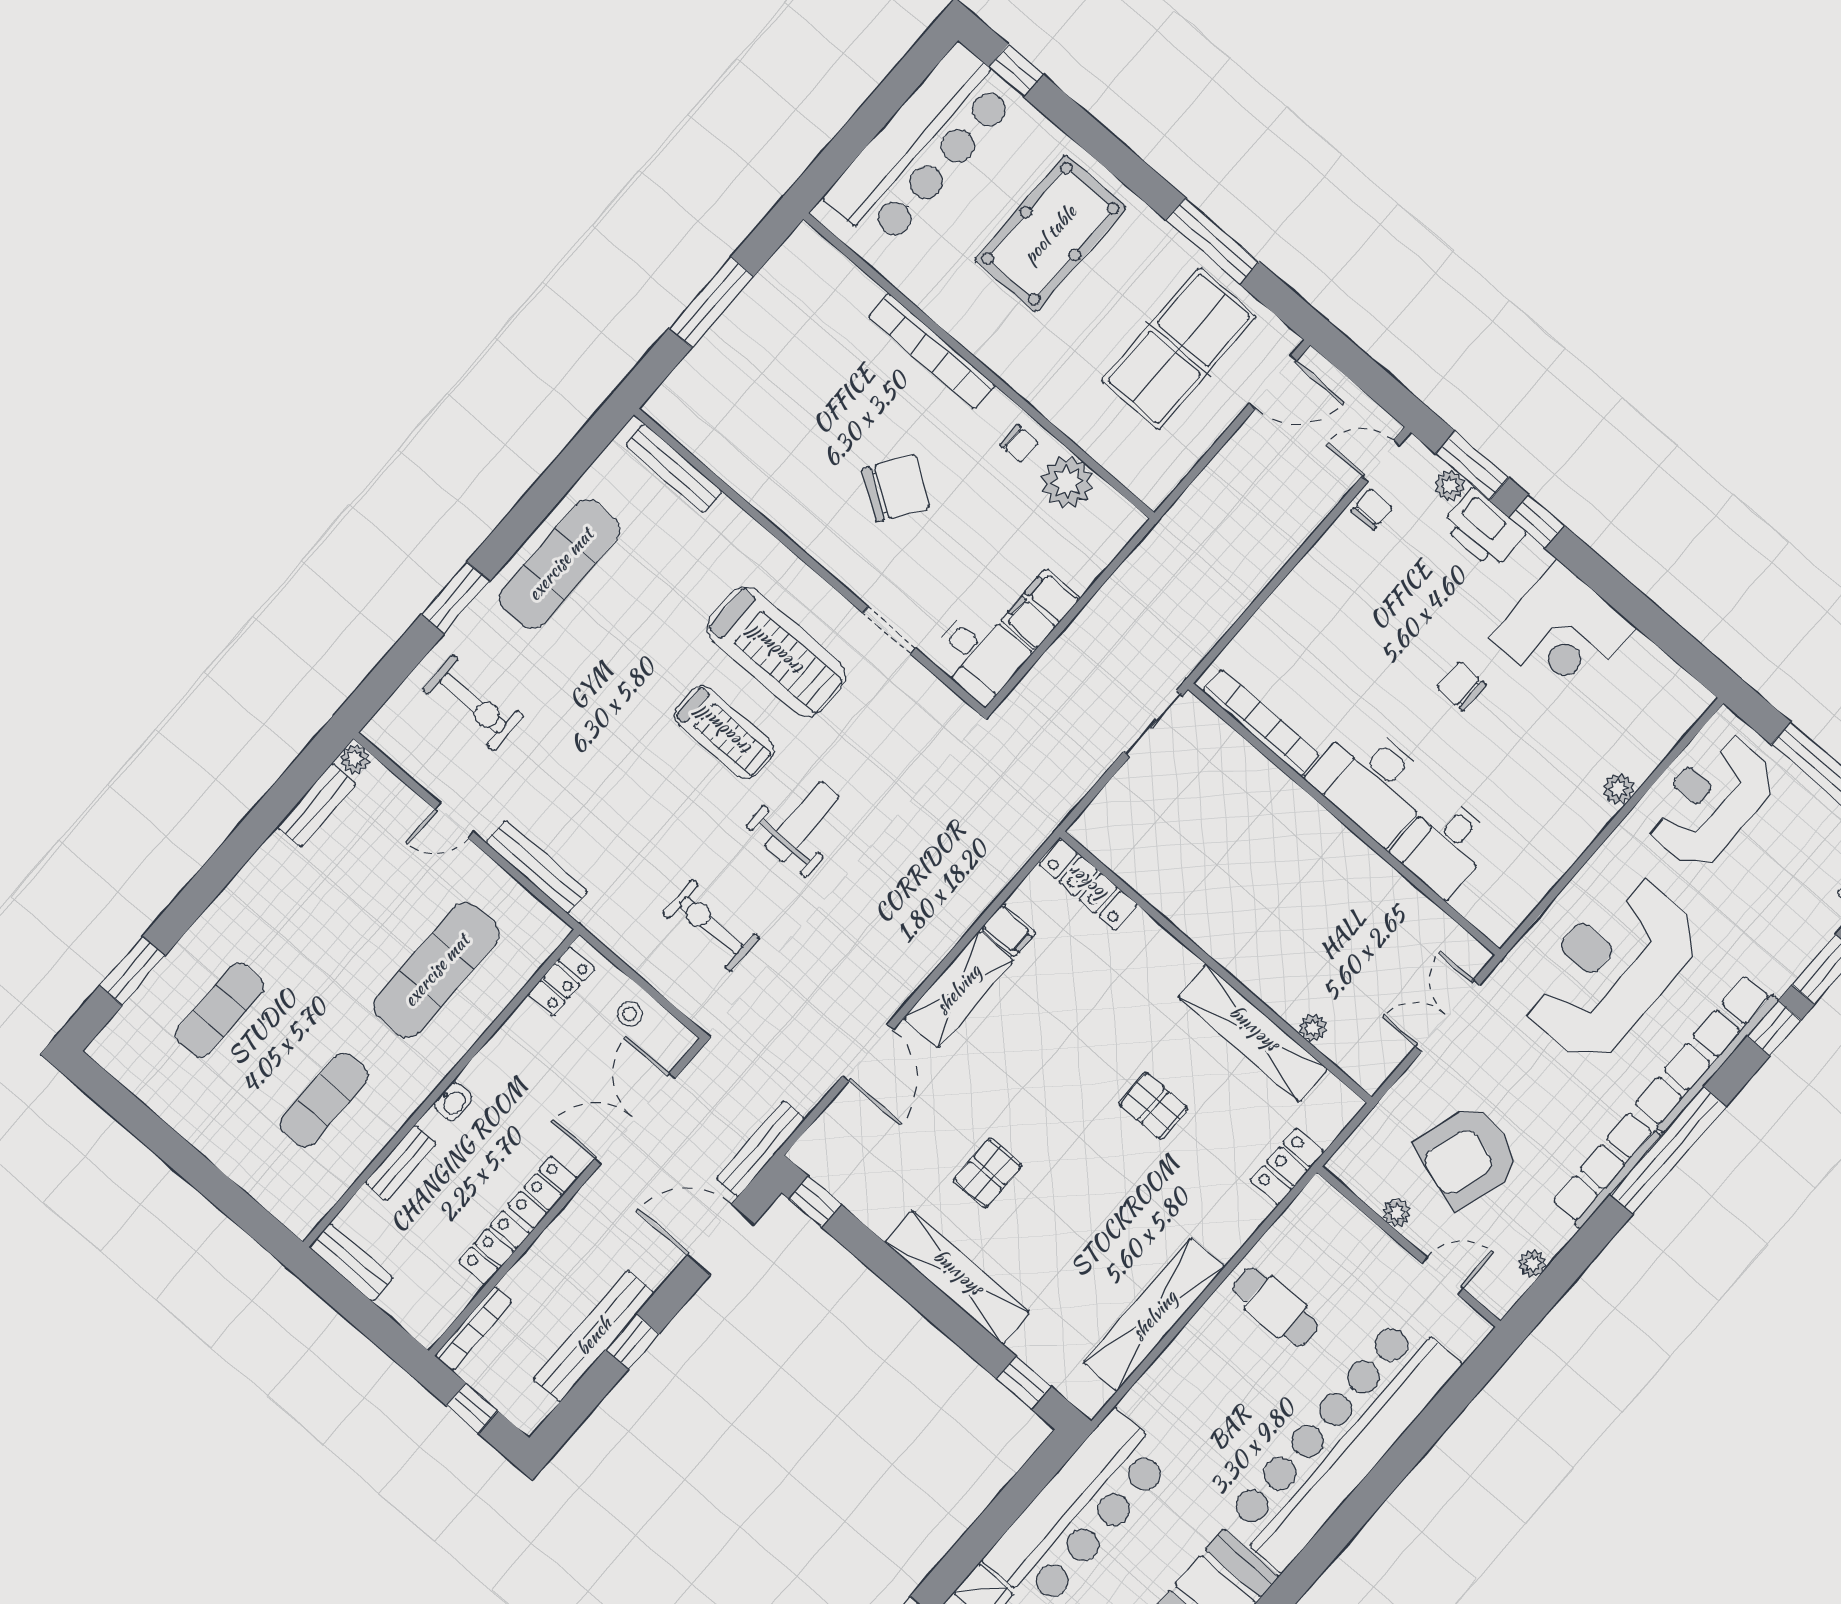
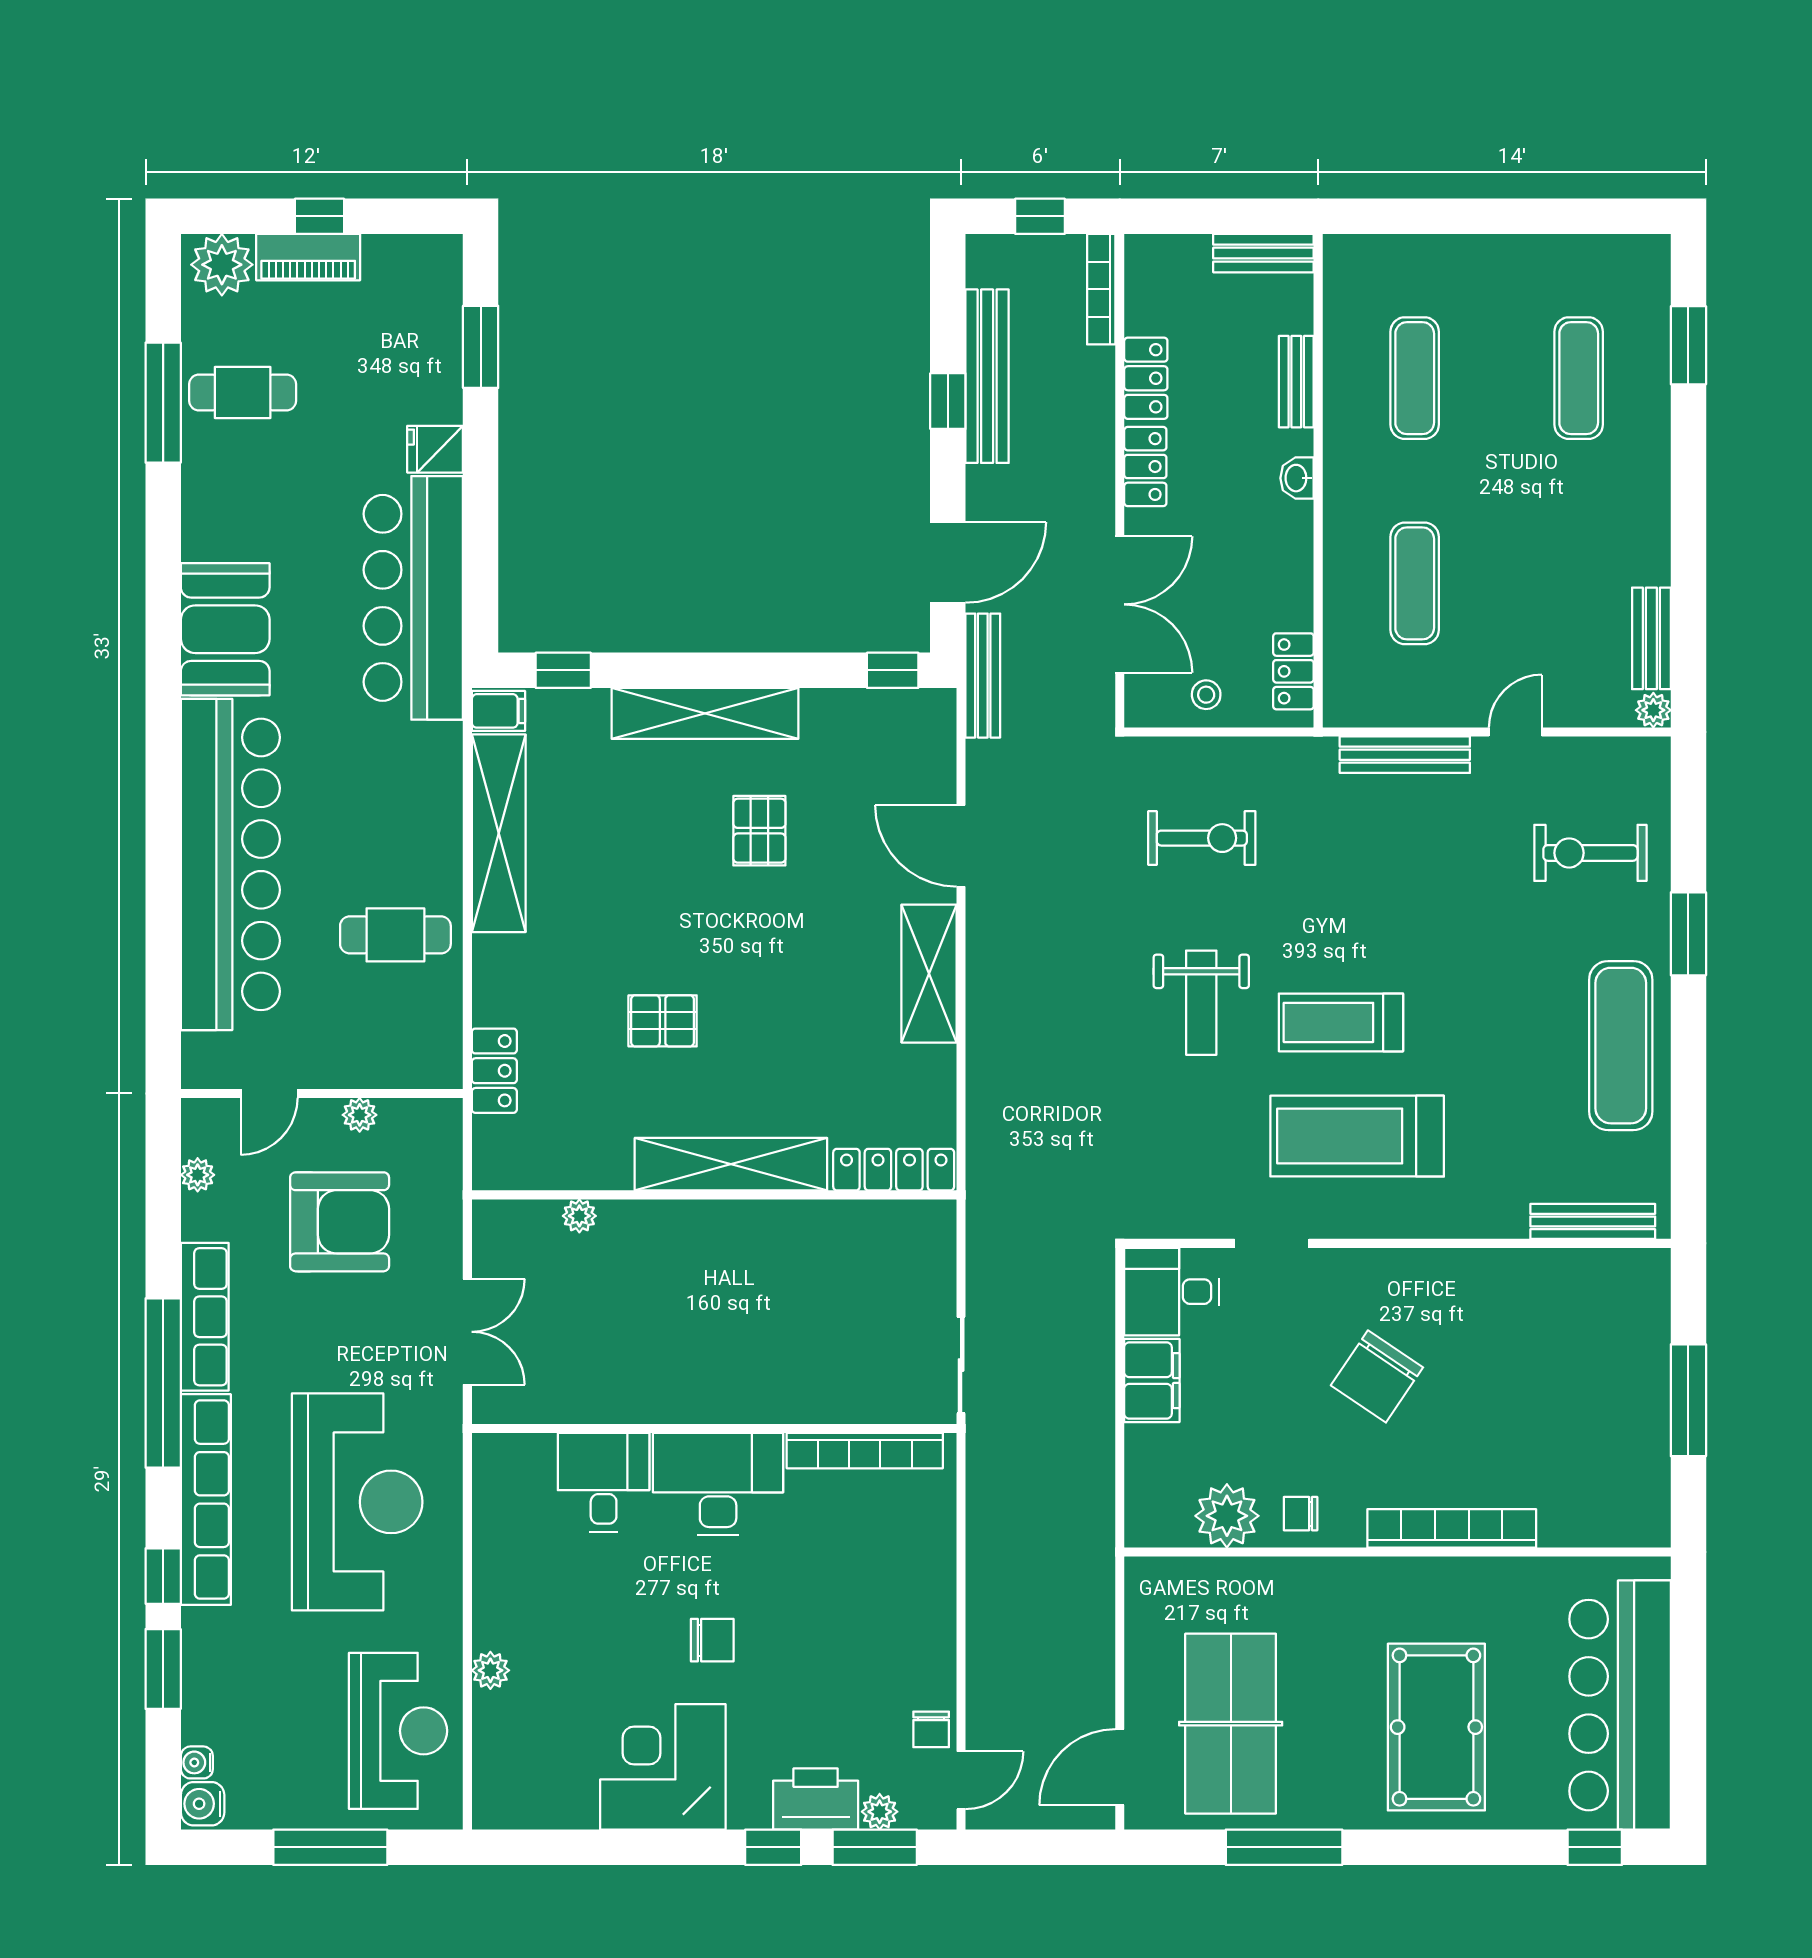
filing cabinet: (1008, 930) -> (498, 711), moved, turned 180
exercise mat: (436, 970) -> (1415, 583), width x0.73, depth x0.69
shelving: (1253, 1033) -> (731, 1164), moved
armchair: (1468, 1156) -> (340, 1222), turned 73

